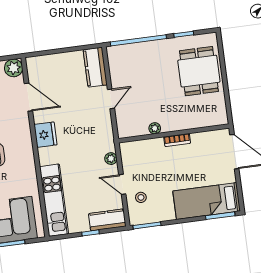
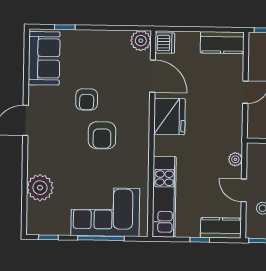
dishwasher: (35, 67) -> (165, 43), added
kitchen counter: (95, 67) -> (222, 43), moved, turned -90
fridge: (45, 135) -> (169, 117), width x1.36, depth x1.34

